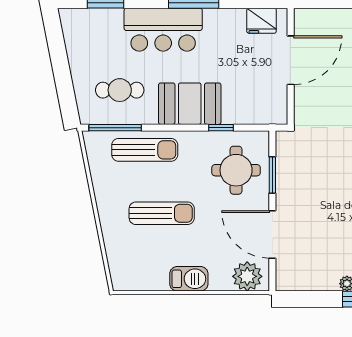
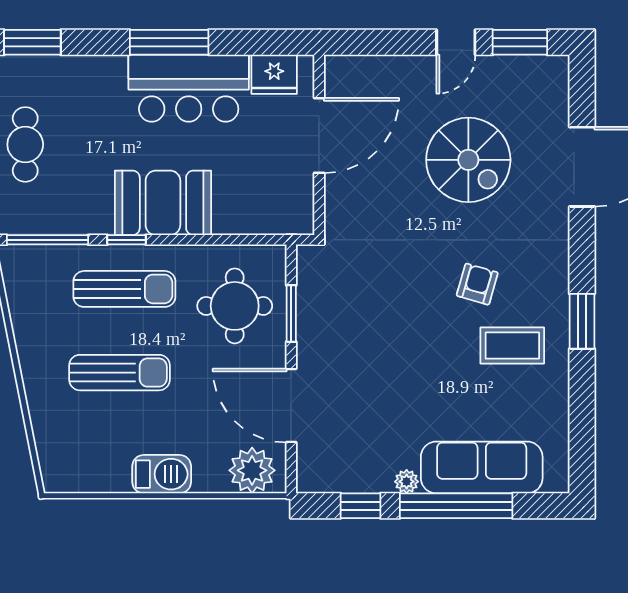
bar counter: (163, 30) -> (189, 88), moved
cafe table: (120, 90) -> (25, 144), moved, turned 90
window: (221, 128) -> (127, 240), moved
sun lounger: (145, 150) -> (124, 289), moved
window: (317, 299) -> (360, 506), added

